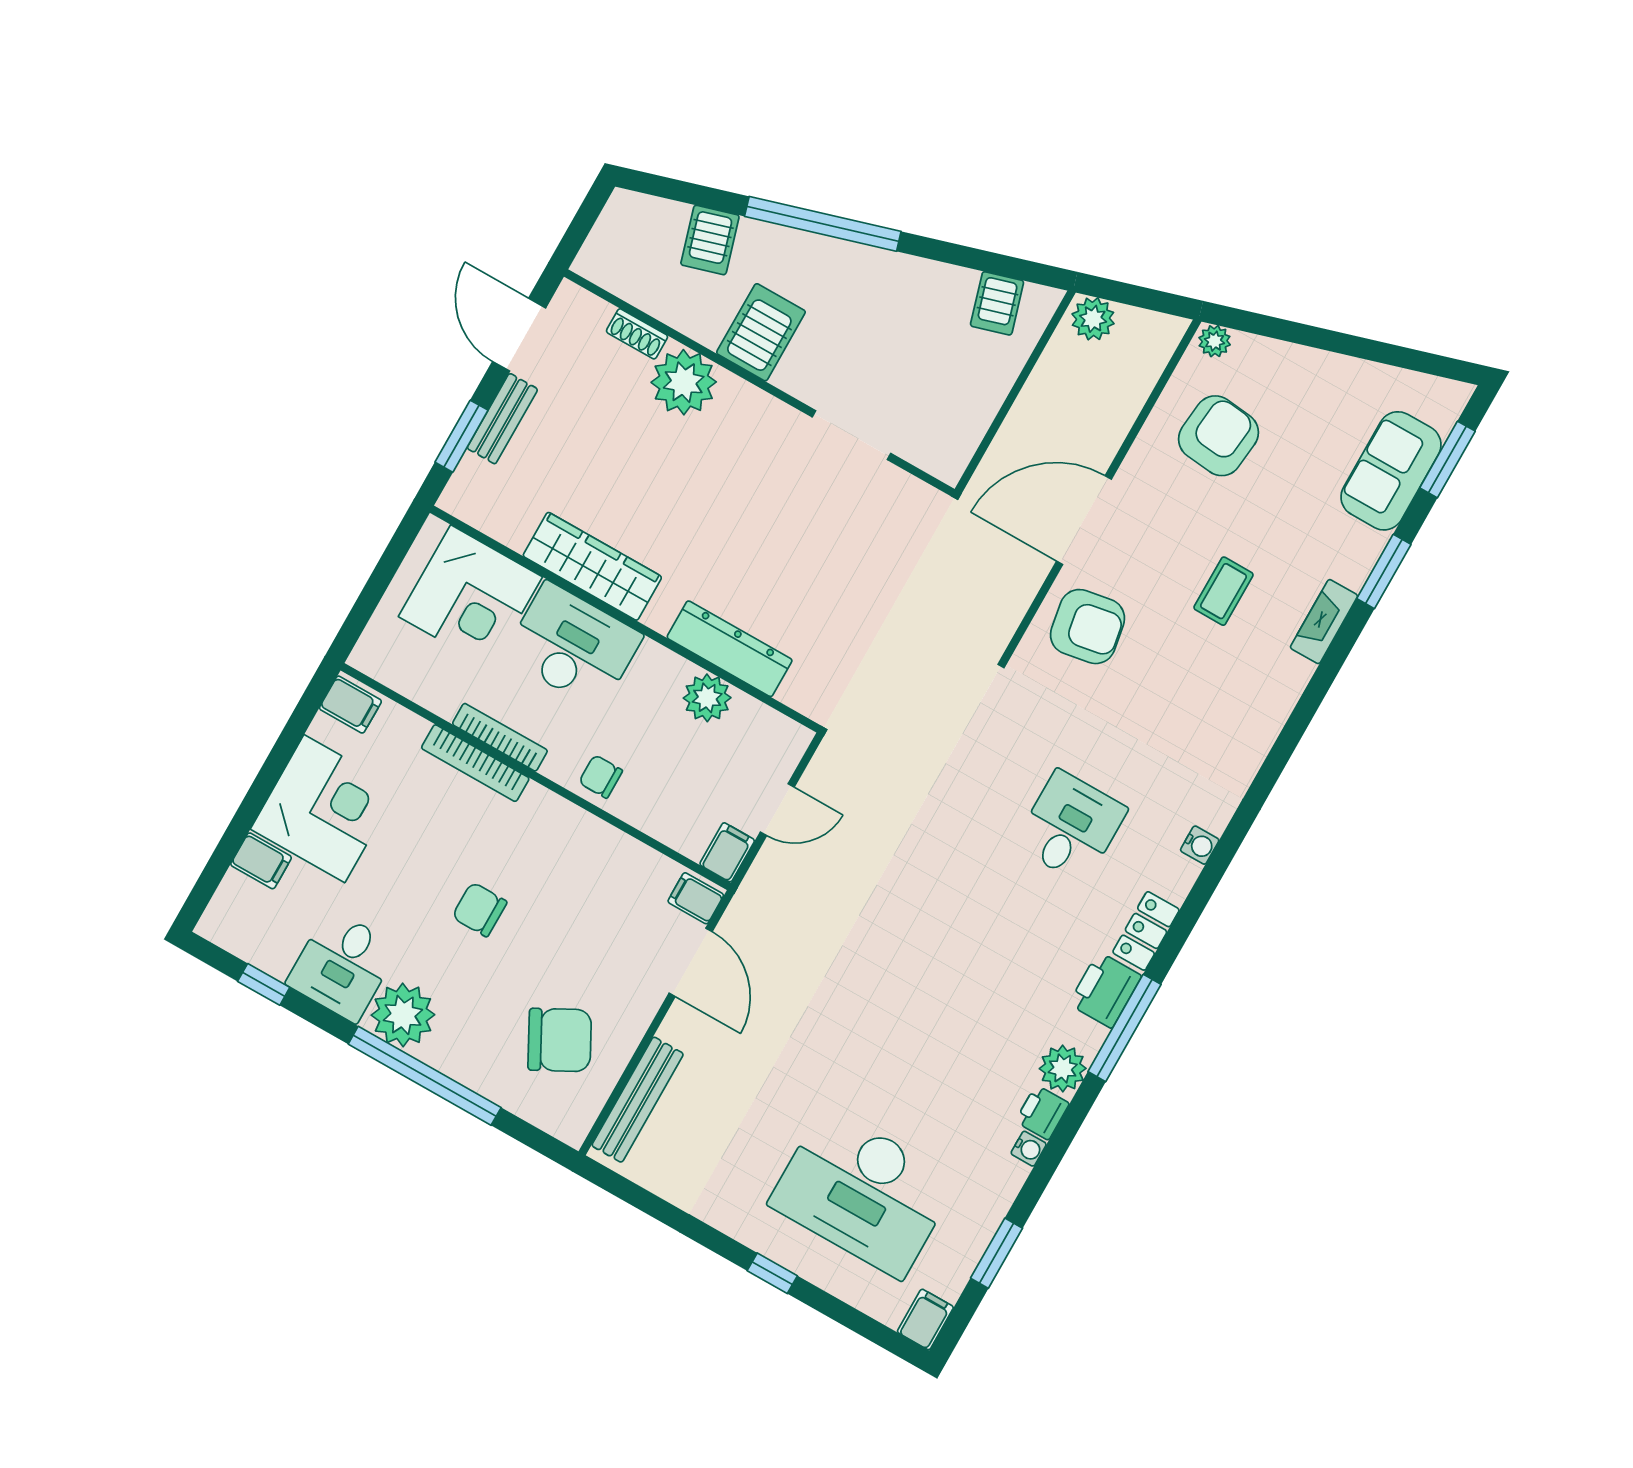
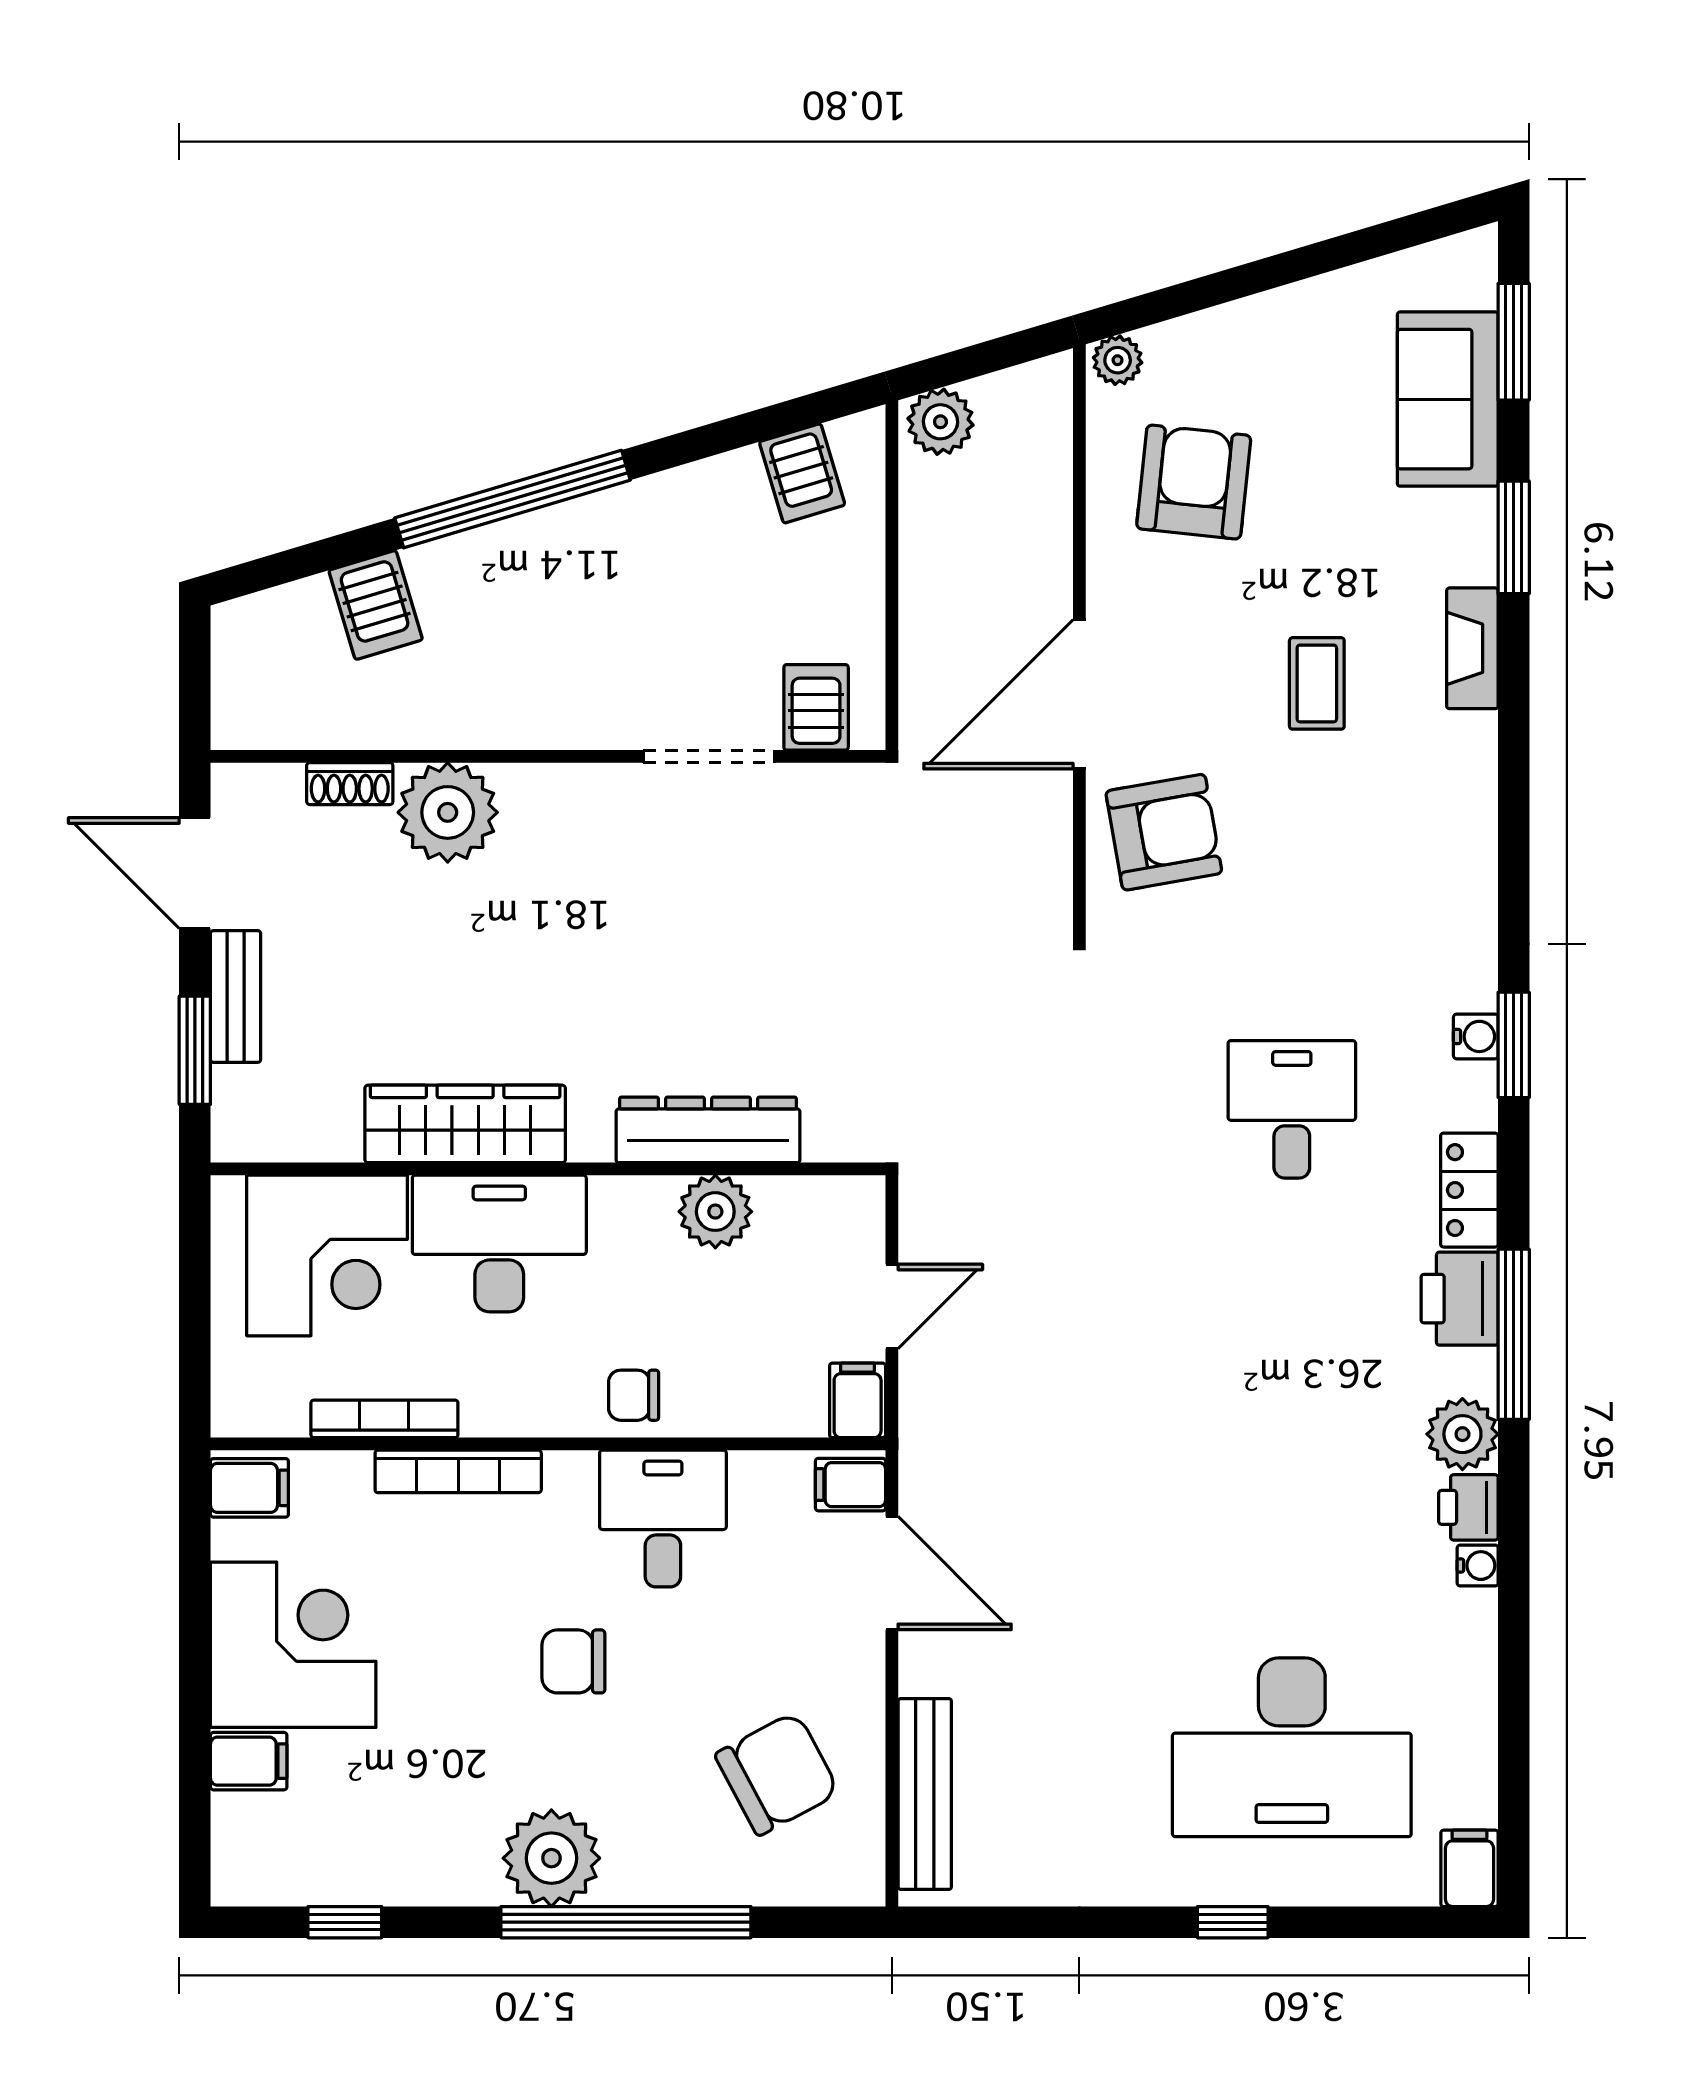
server rack: (761, 332) -> (816, 707), moved, width x0.73, depth x0.70
bookcase: (500, 737) -> (384, 1419), moved
desk: (343, 965) -> (663, 1519), moved, turned 180
window: (997, 1253) -> (1514, 1045), moved

